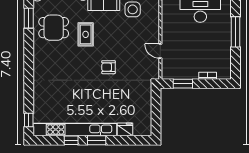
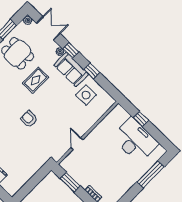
window: (235, 32) -> (151, 174), moved

